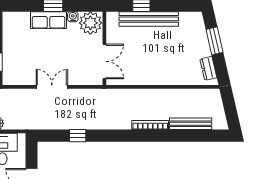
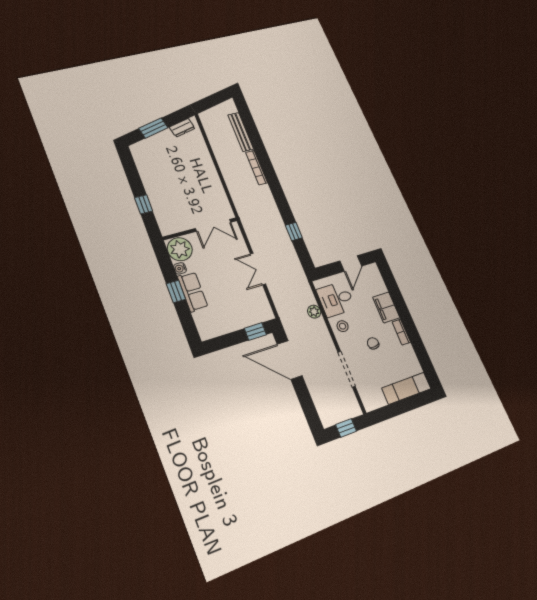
bench: (149, 19) -> (155, 194), removed
double door: (104, 61) -> (213, 225), swing flipped

